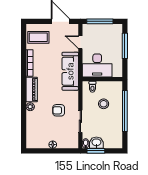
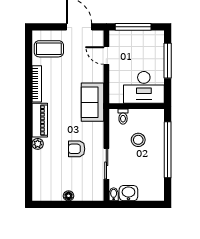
desk: (97, 65) -> (144, 87), moved
sofa: (70, 71) -> (92, 102), width x0.73
window: (96, 151) -> (128, 204), removed

